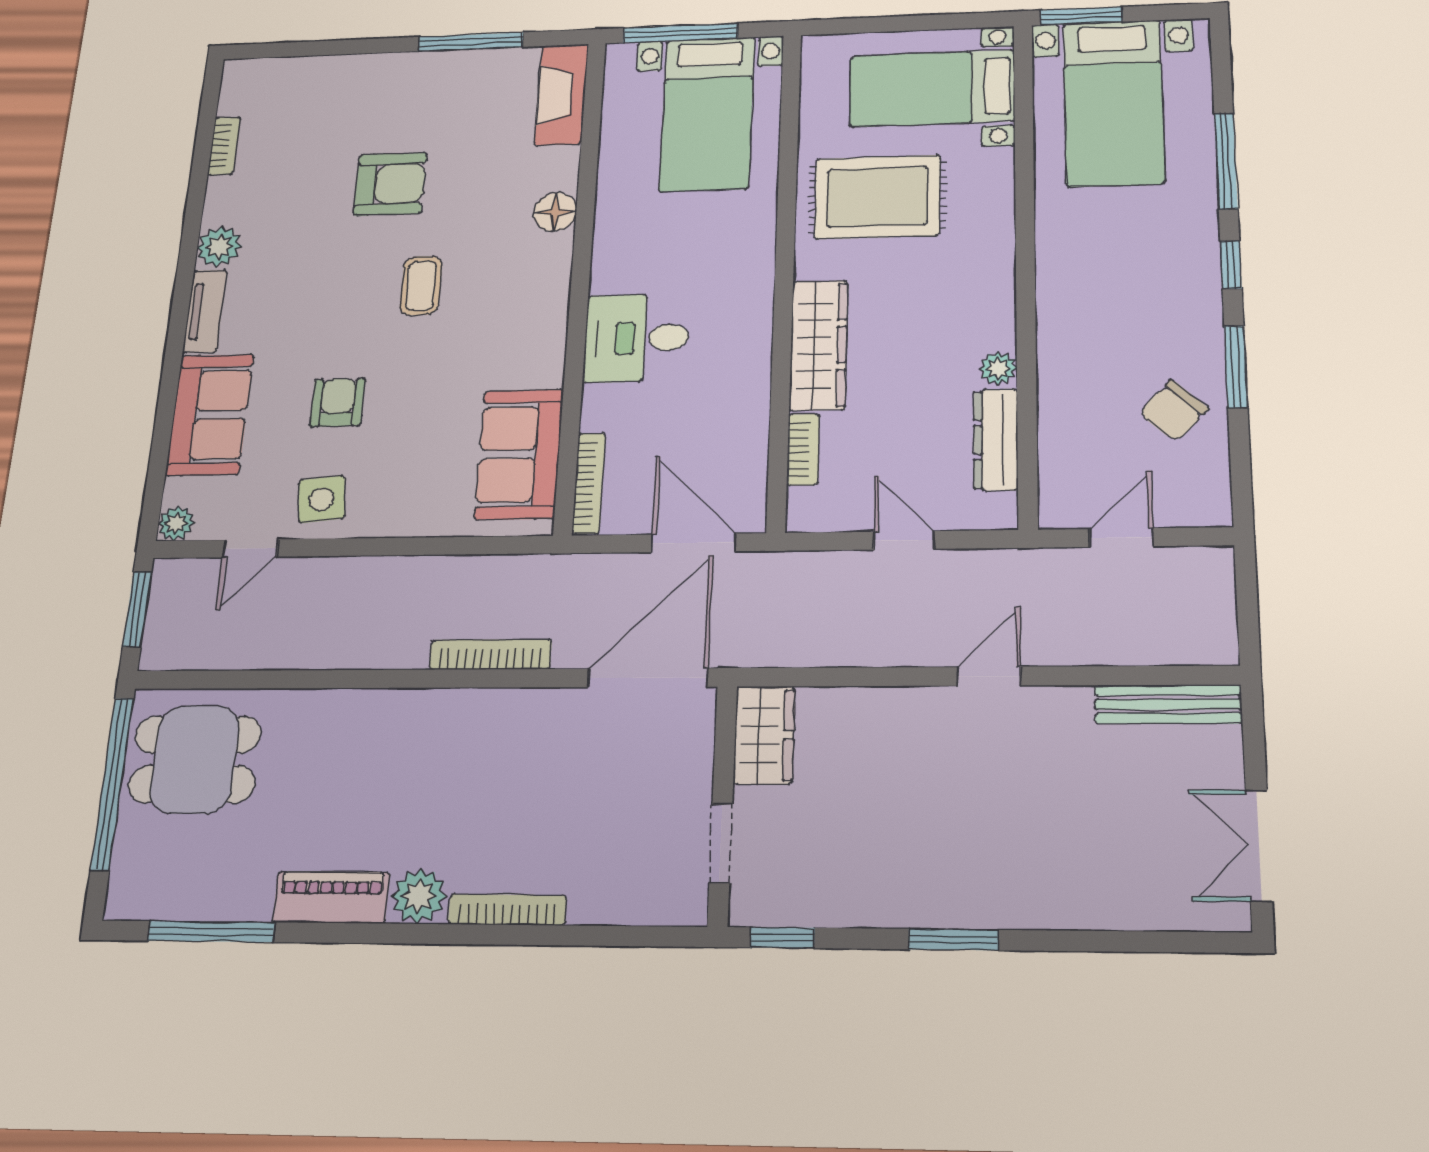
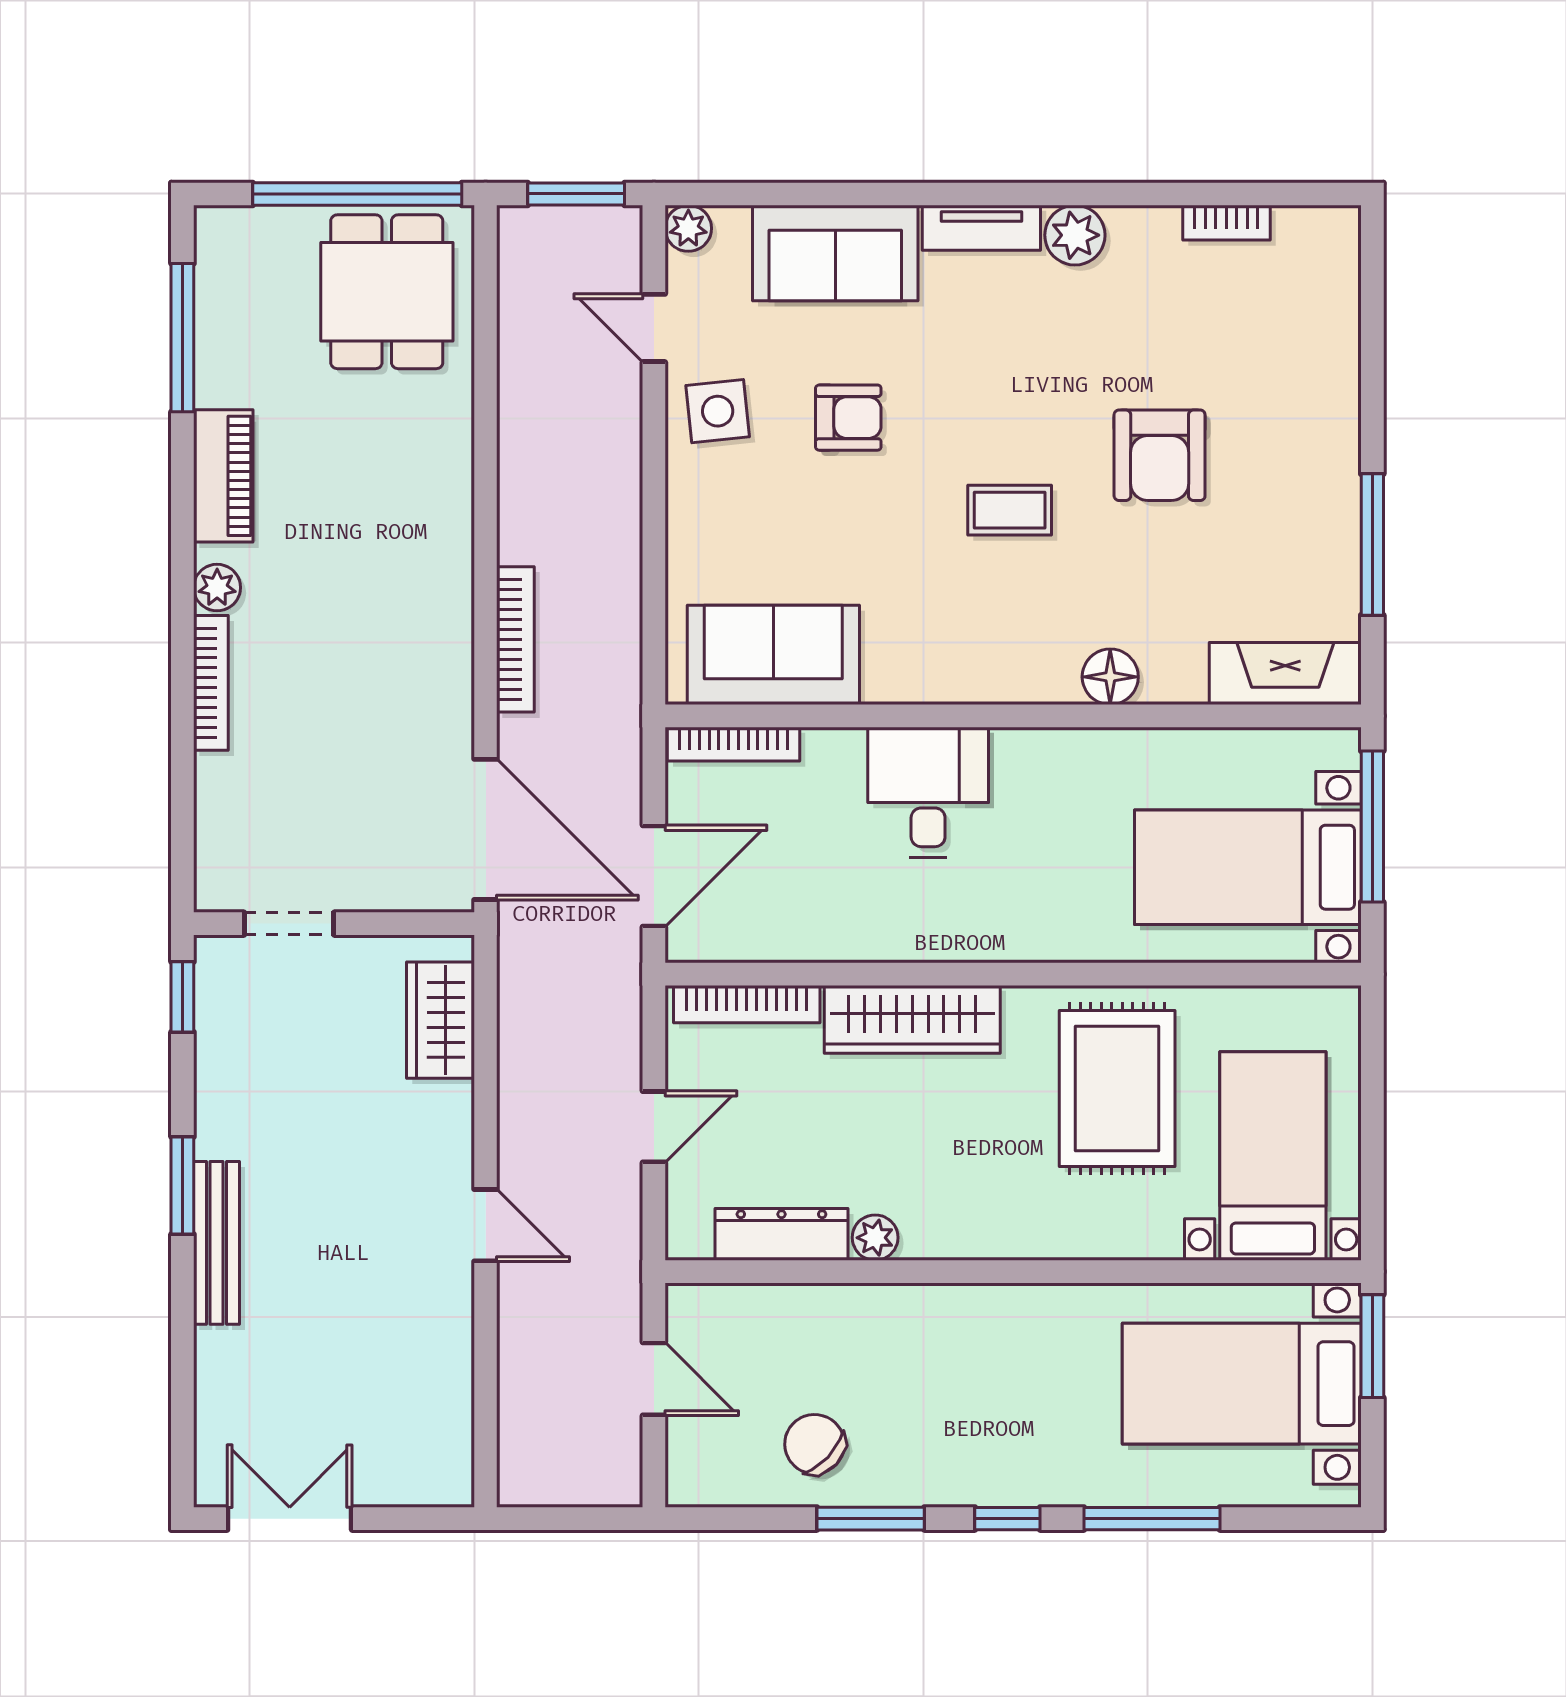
bookcase: (803, 449) -> (747, 1004), width x1.56
bench: (1168, 704) -> (216, 1243), moved
wardrobe: (764, 735) -> (440, 1020), moved, turned 90
plant: (419, 896) -> (217, 588), width x0.73, depth x0.73

